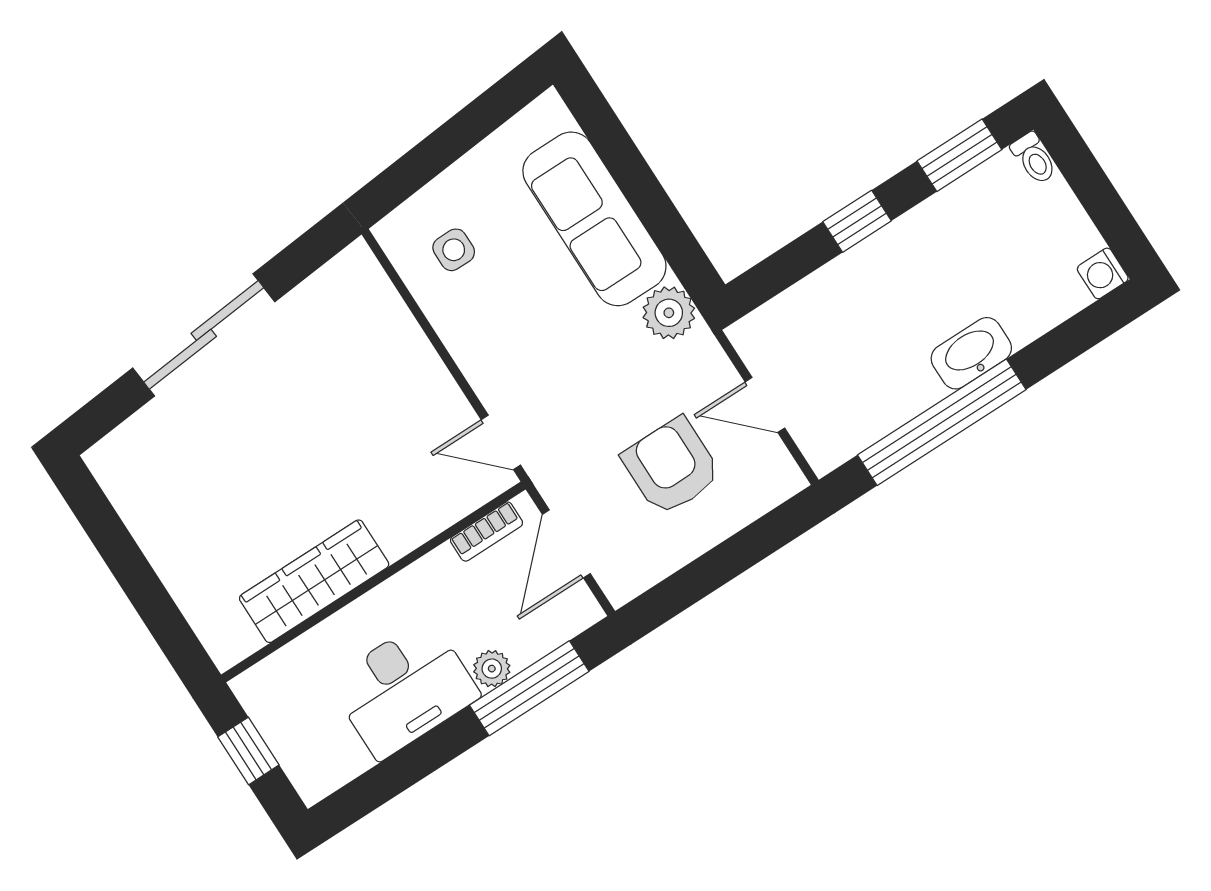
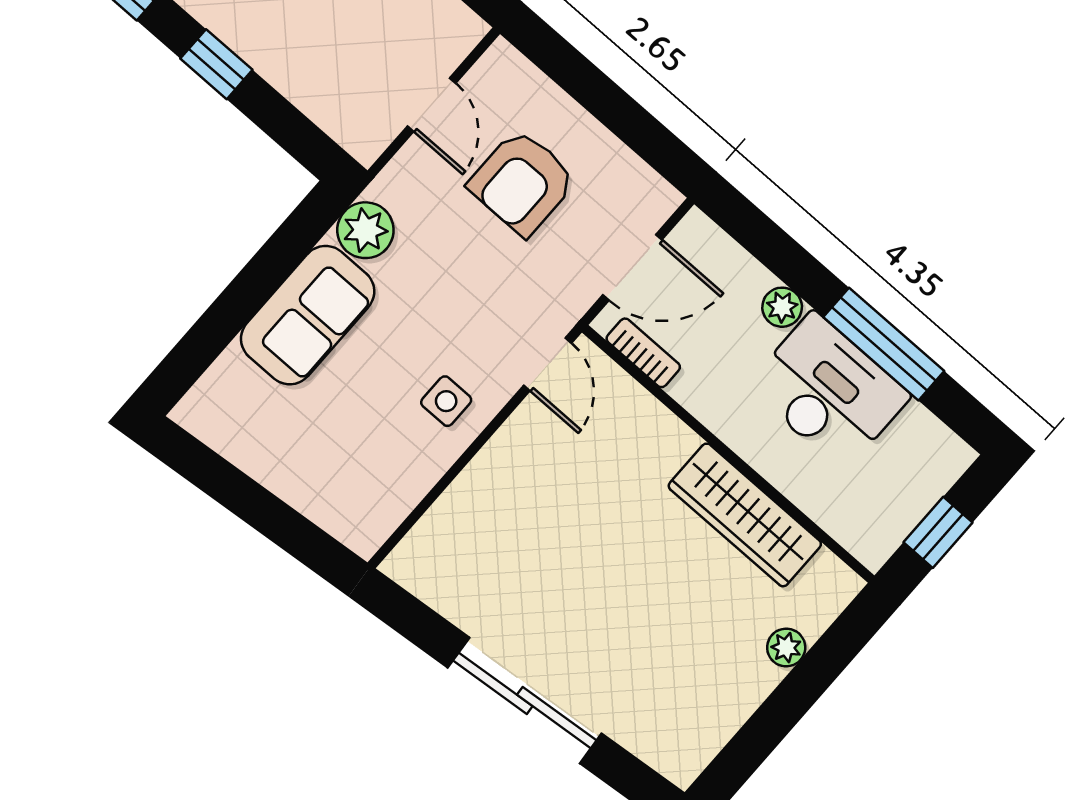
sofa: (594, 219) -> (308, 315), width x0.73
side table: (454, 250) -> (446, 401), moved
plant: (184, 584) -> (786, 647), added
window: (529, 688) -> (884, 344), moved

